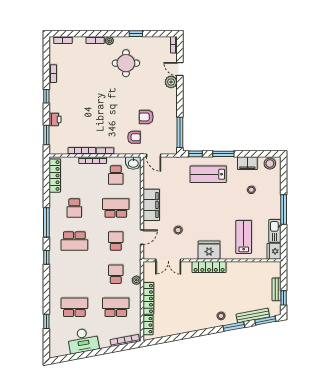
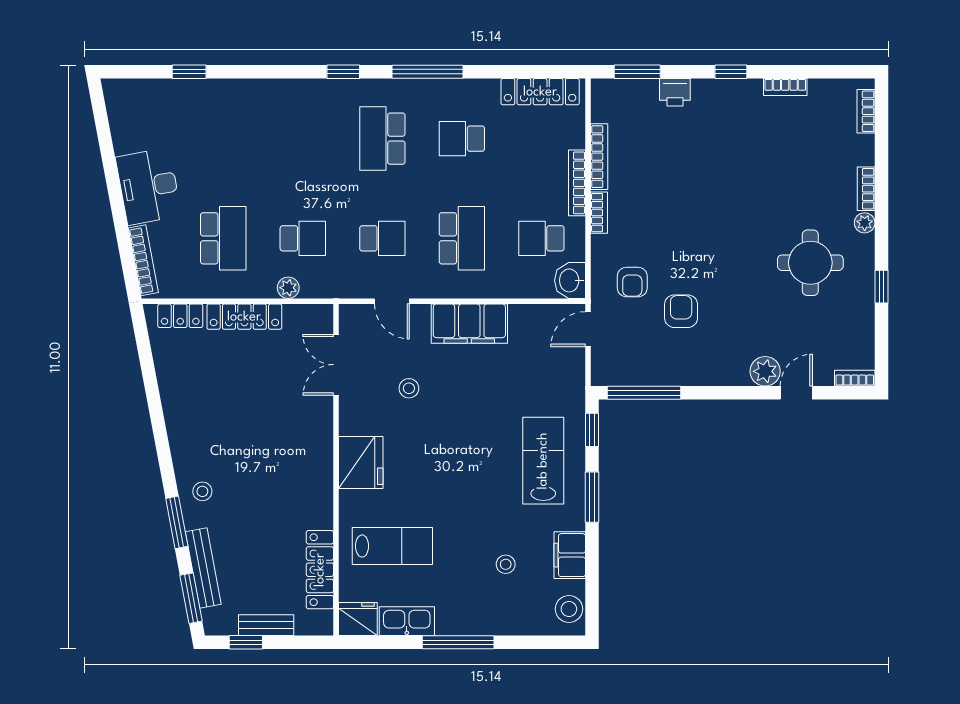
locker: (209, 267) -> (320, 570), moved
school desk: (74, 307) -> (223, 139), removed
desk: (83, 340) -> (148, 186), moved

